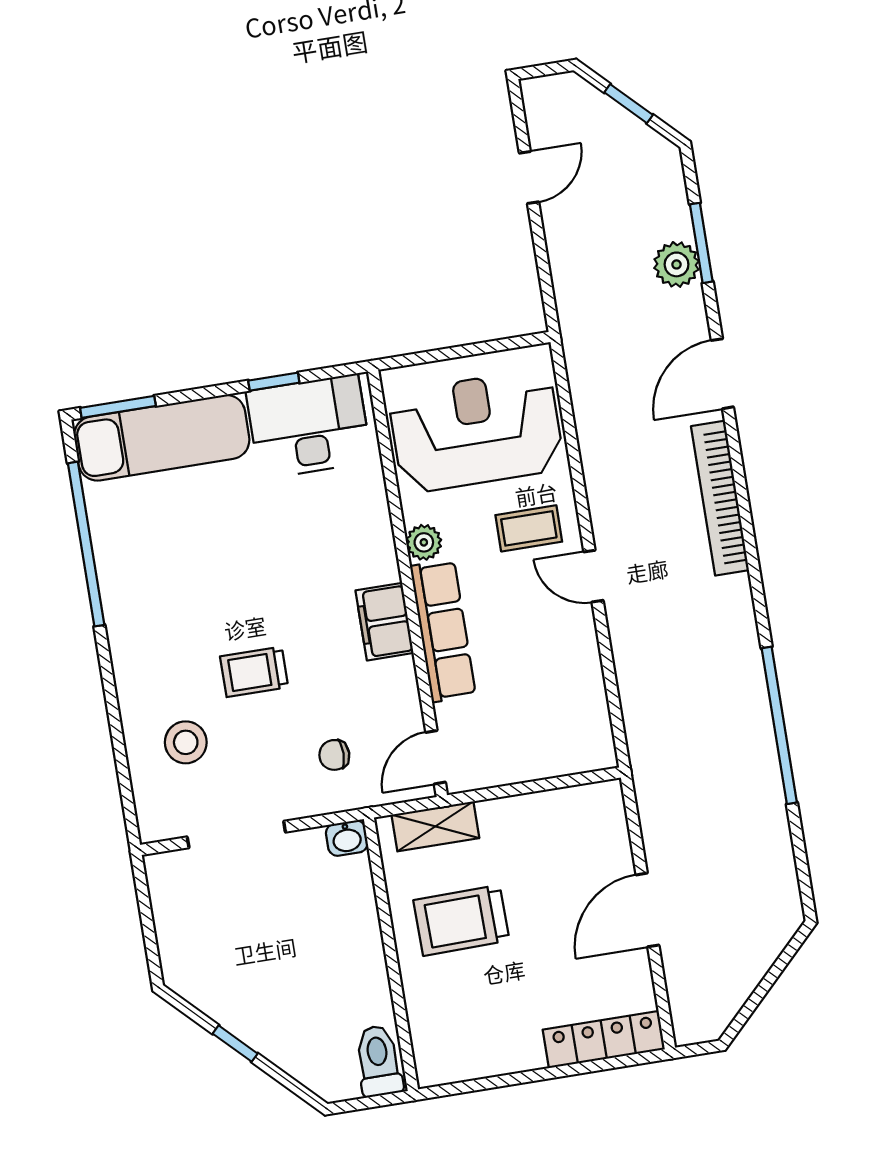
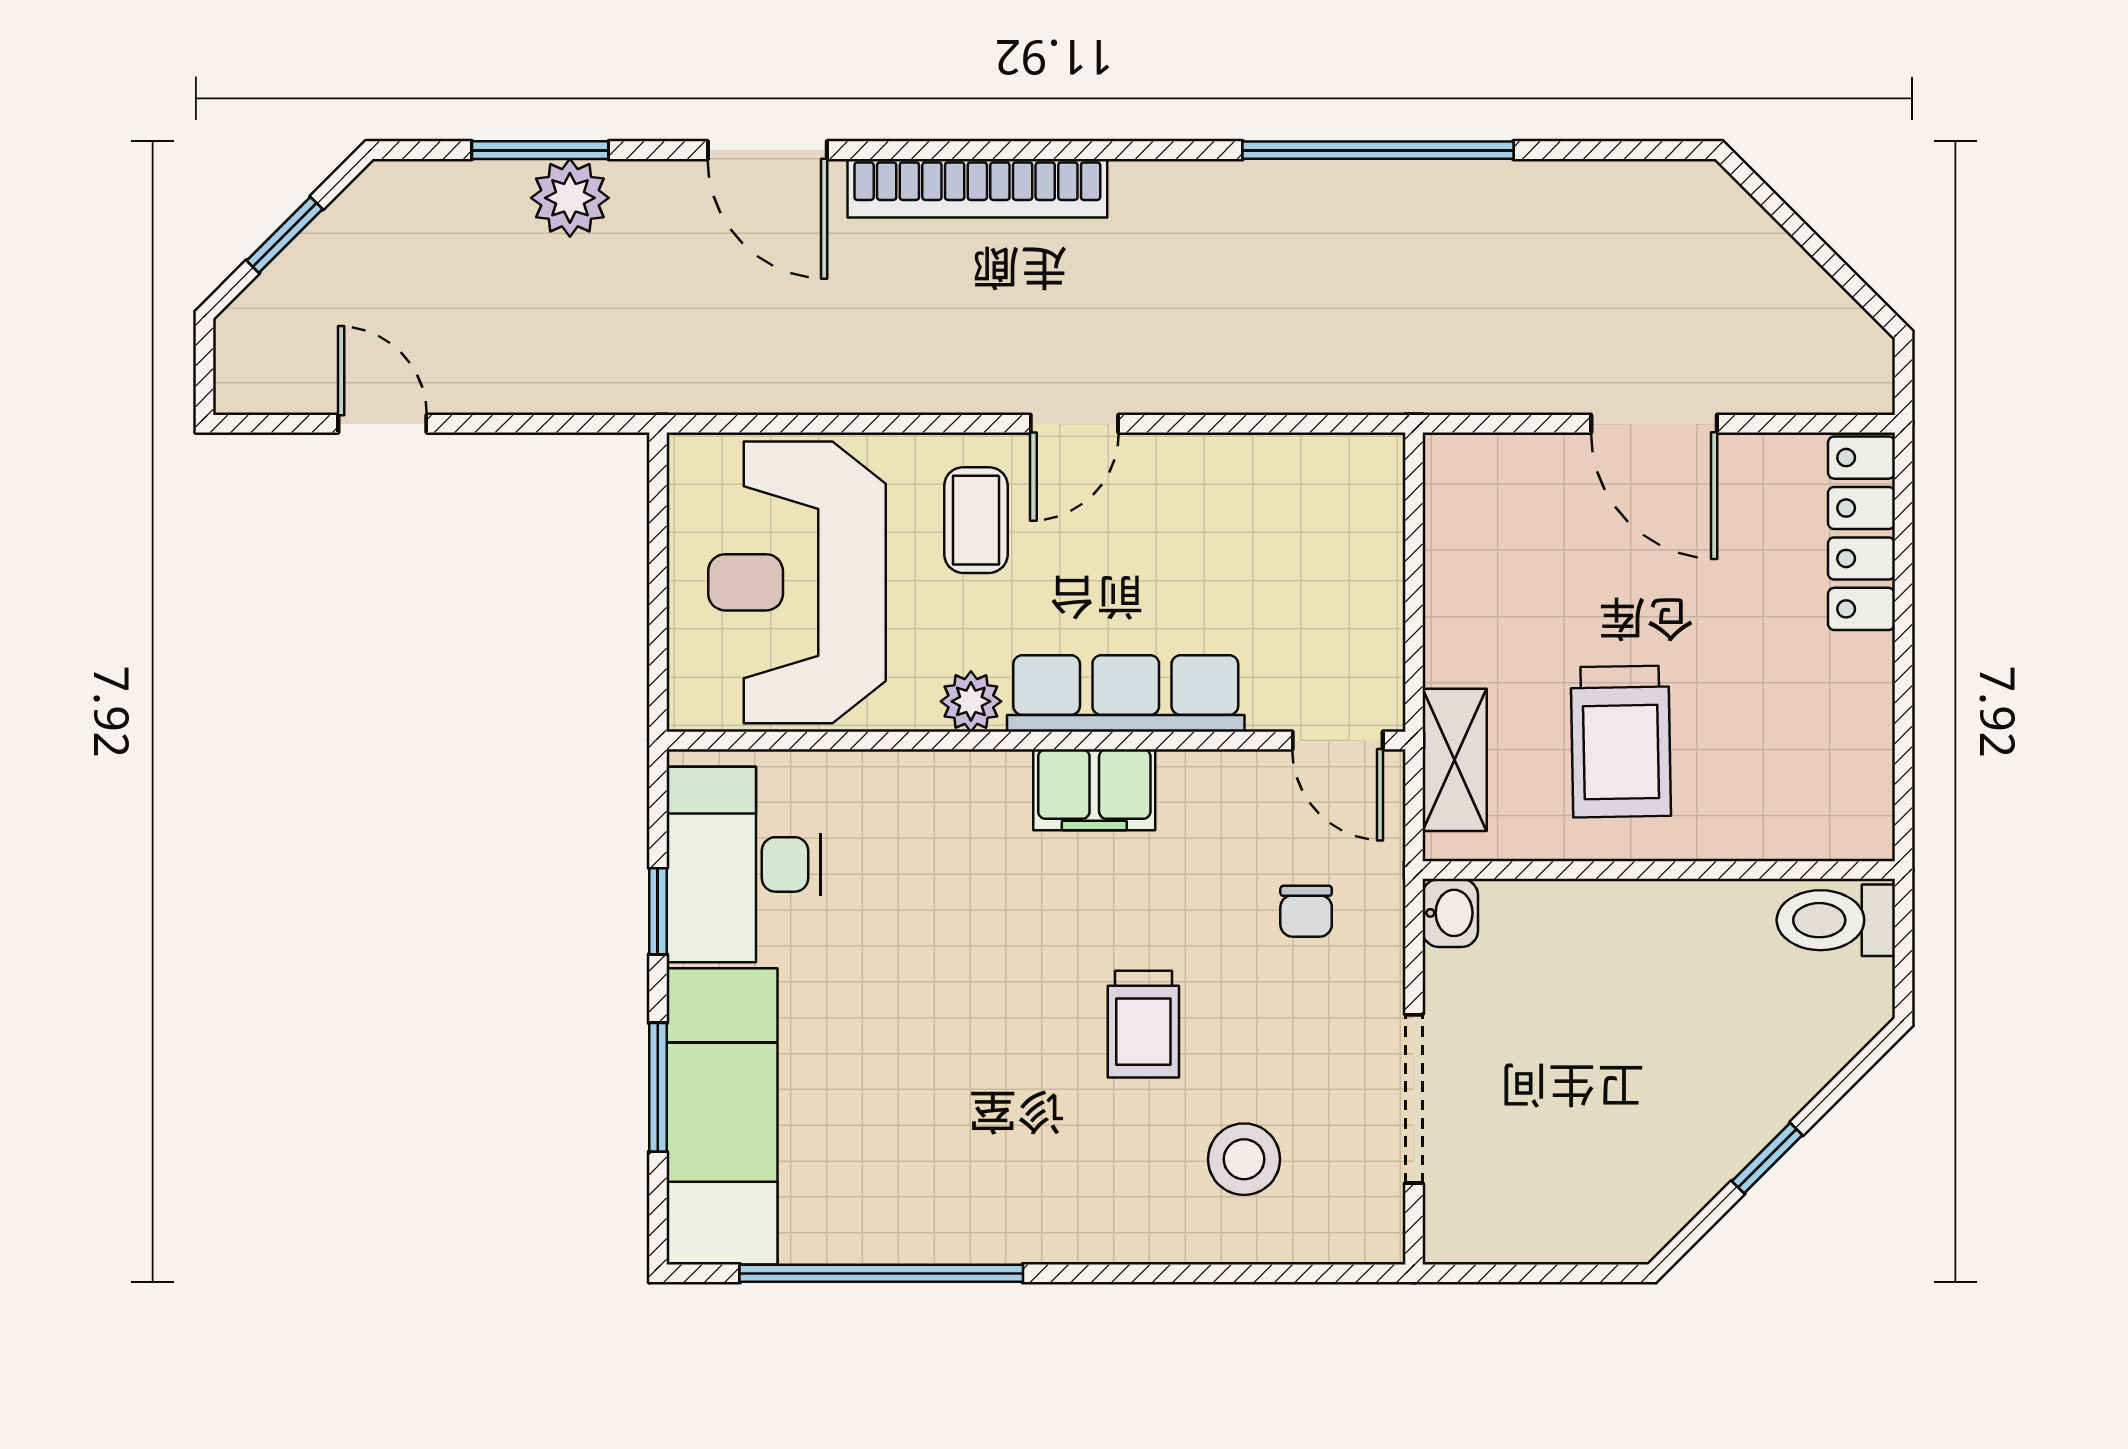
window: (118, 407) -> (658, 1087), moved

